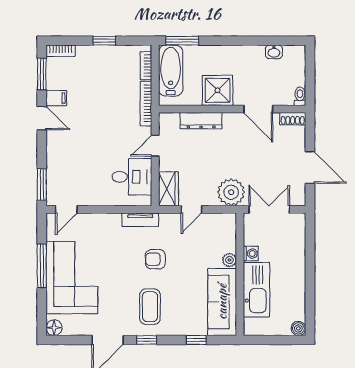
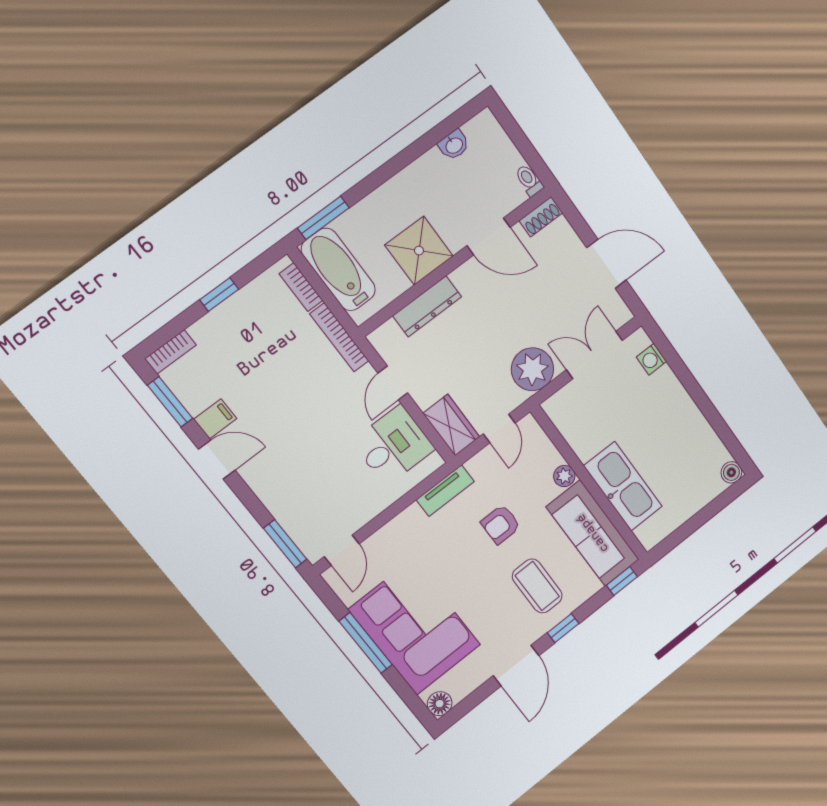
washing machine: (251, 254) -> (651, 359), moved, turned 180
plant: (229, 260) -> (564, 476), moved
wall: (240, 274) -> (590, 483), moved
kitchen sink: (256, 290) -> (623, 486), moved
sofa: (222, 302) -> (593, 533), moved

